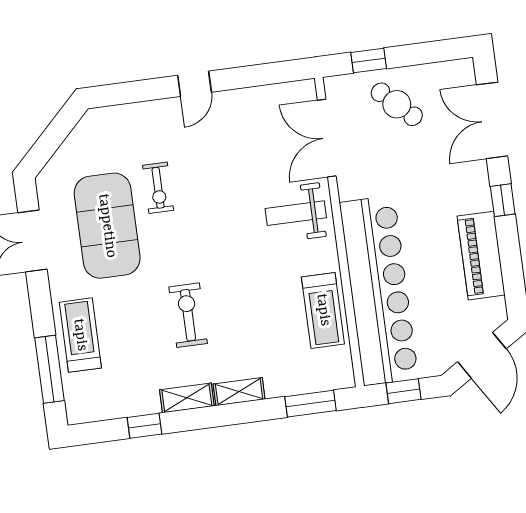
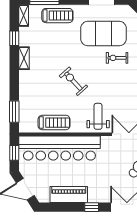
treadmill: (323, 310) -> (54, 123), turned 180
exercise bike: (188, 315) -> (73, 81), moved, turned -133
shelving: (239, 392) -> (24, 15), moved

